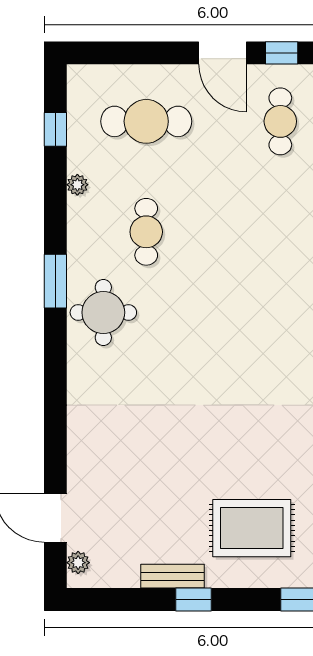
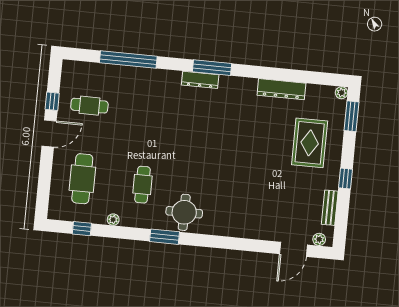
cafe table: (146, 232) -> (142, 185), turned 90
bench: (173, 576) -> (330, 208), moved

